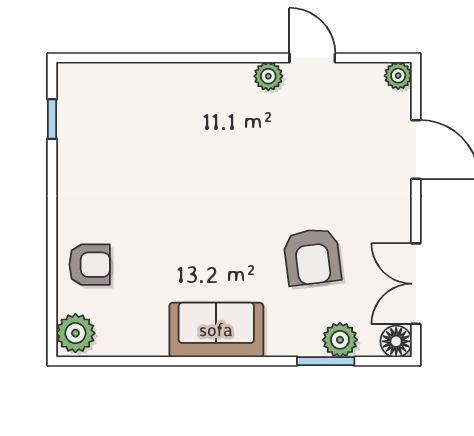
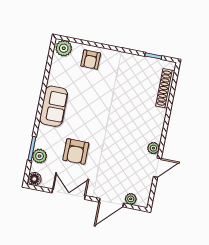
shoe rack: (122, 76) -> (165, 88), added
plant: (398, 76) -> (131, 199), moved
armchair: (312, 257) -> (76, 151), turned -83
double door: (416, 284) -> (69, 194), moved

